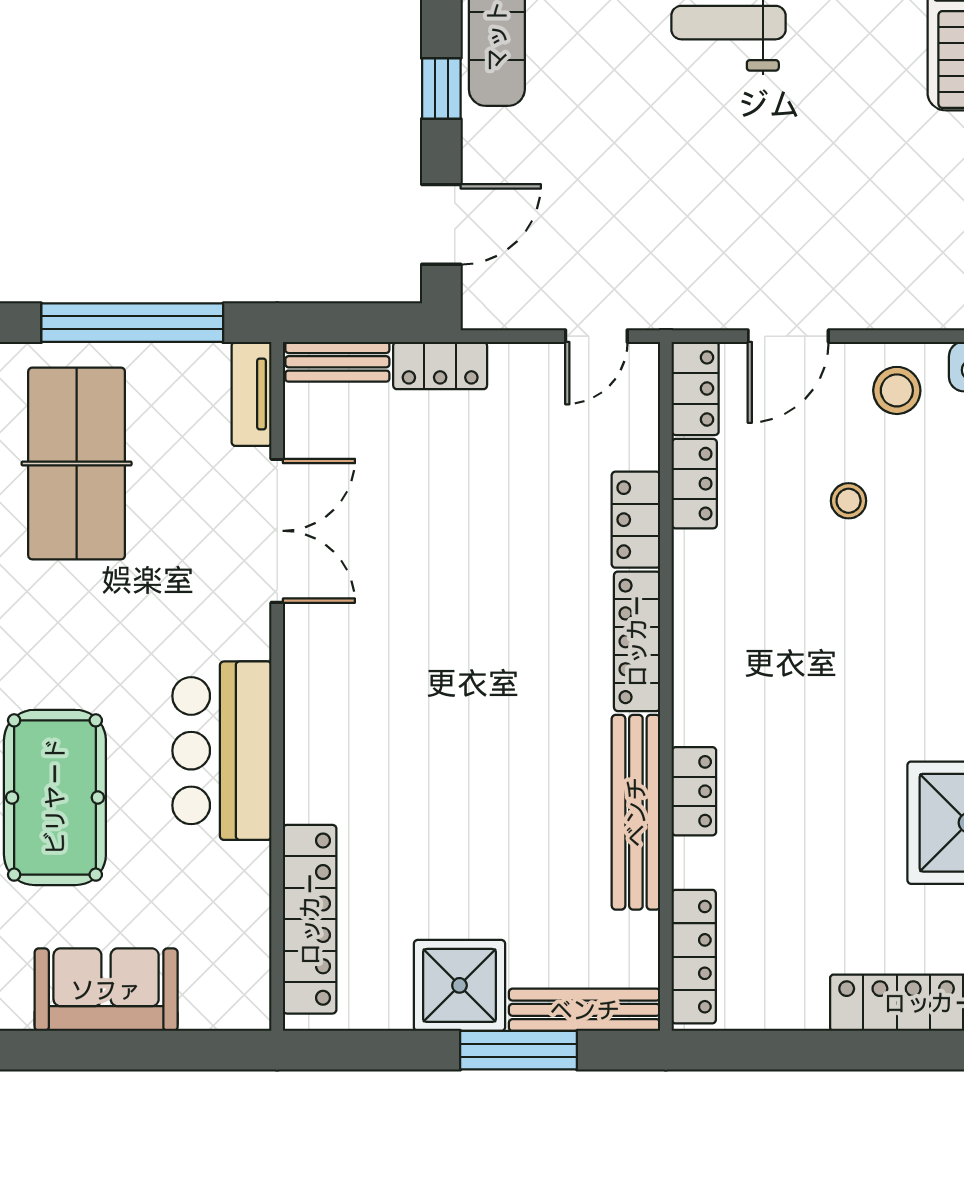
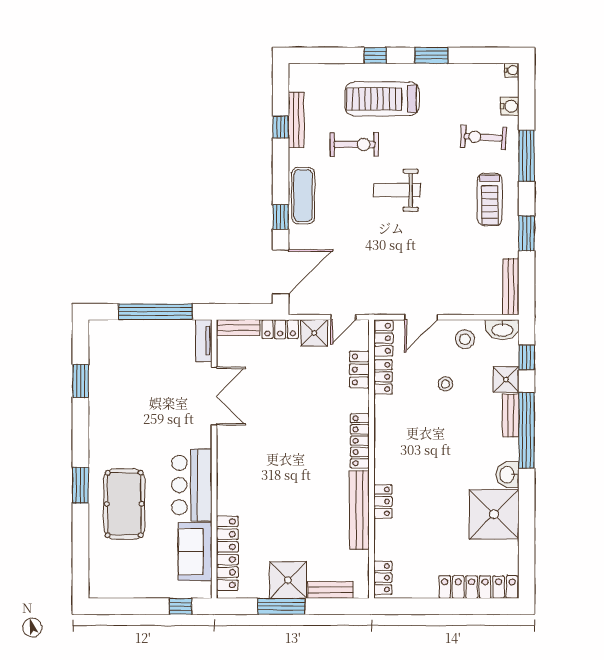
door: (441, 224) -> (281, 272), width x1.36
shower: (524, 375) -> (314, 333), added
table tennis table: (77, 463) -> (133, 369), removed
locker: (636, 520) -> (359, 369), moved
locker: (694, 957) -> (383, 578), width x0.66
sofa: (106, 990) -> (195, 552), moved, turned -90
bench: (585, 1010) -> (330, 590), width x0.73
window: (194, 1050) -> (180, 606), added
window: (519, 1050) -> (281, 606), moved

